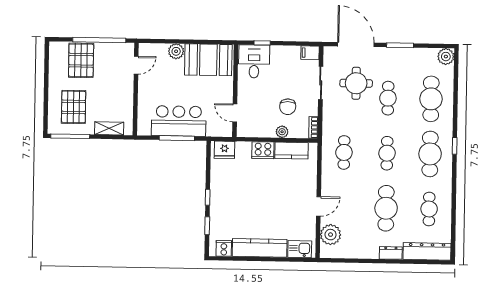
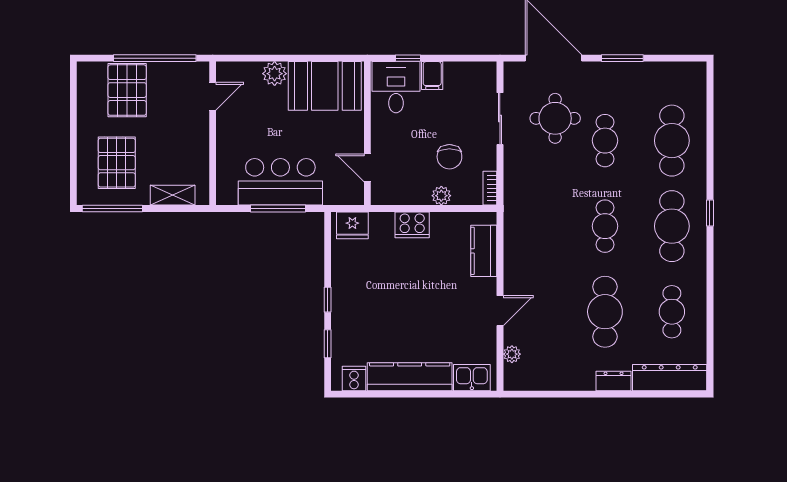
filing cabinet: (310, 53) -> (432, 76), moved, turned -90
plant: (446, 57) -> (694, 74), removed
kitchen counter: (292, 151) -> (484, 251), moved, turned 90
cafe table: (344, 152) -> (538, 226), removed
plant: (331, 235) -> (512, 354), width x0.53, depth x0.53

